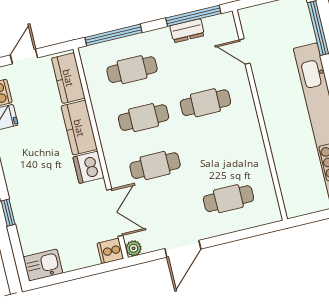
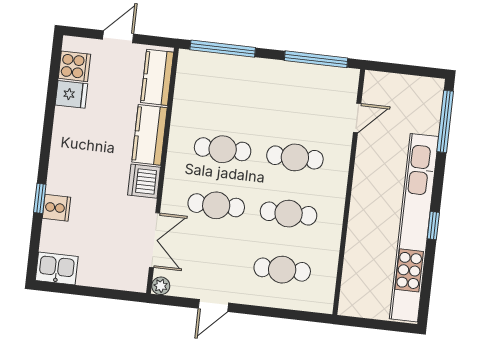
dresser: (187, 31) -> (304, 73), removed
door: (245, 52) -> (357, 118), swing flipped
cafe table: (132, 70) -> (289, 214), moved
door: (183, 249) -> (213, 306), width x0.73
cooker: (110, 251) -> (56, 208), moved, turned 180

